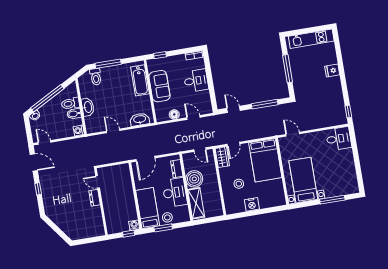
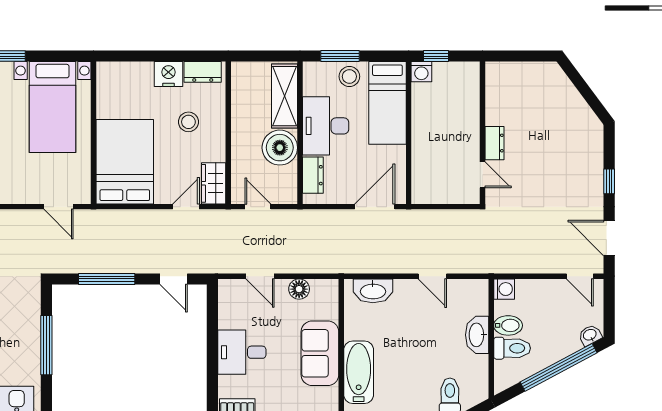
dresser: (236, 208) -> (203, 72), added
window: (163, 228) -> (340, 56), moved

